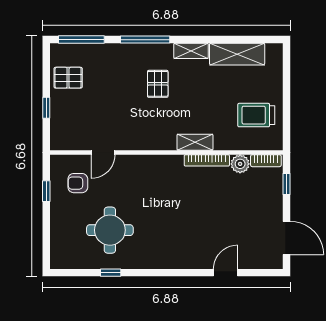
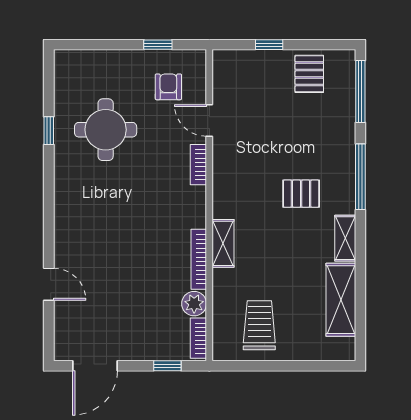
bookcase: (136, 161) -> (198, 165), added

